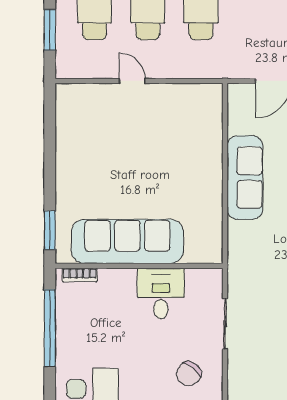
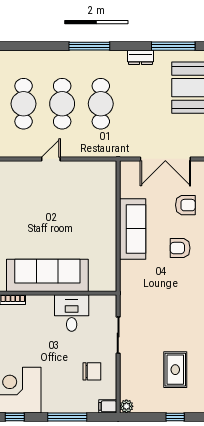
door: (132, 81) -> (51, 159), hinge flipped
chair: (189, 374) -> (92, 371), turned -128

